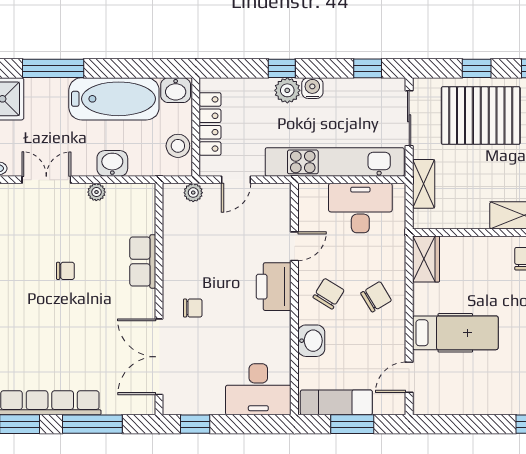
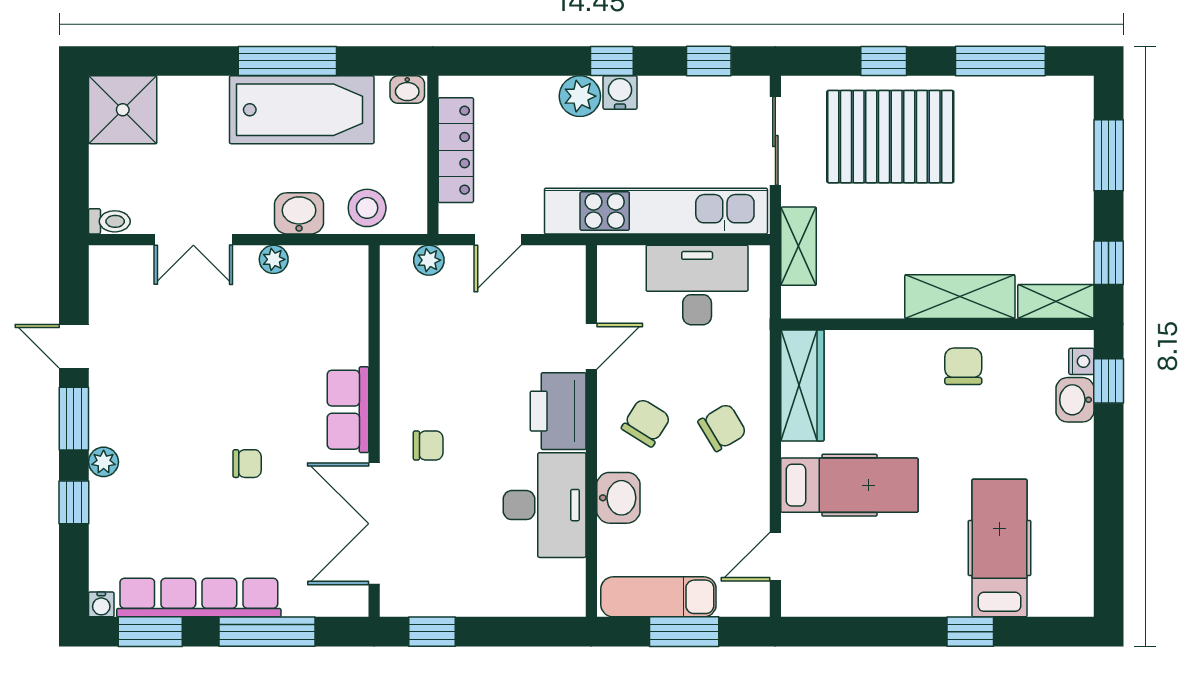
window: (53, 68) -> (287, 61), moved
window: (282, 68) -> (612, 61), moved
washbasin: (176, 90) -> (407, 90), width x0.72, depth x0.69
stool: (178, 146) -> (367, 208), moved
double door: (46, 180) -> (193, 240), swing flipped
wardrobe: (426, 259) -> (802, 385), width x1.50
row of seats: (143, 261) -> (348, 410), moved
chair: (65, 271) -> (247, 464), moved
desk: (258, 389) -> (545, 505), moved, turned -90

